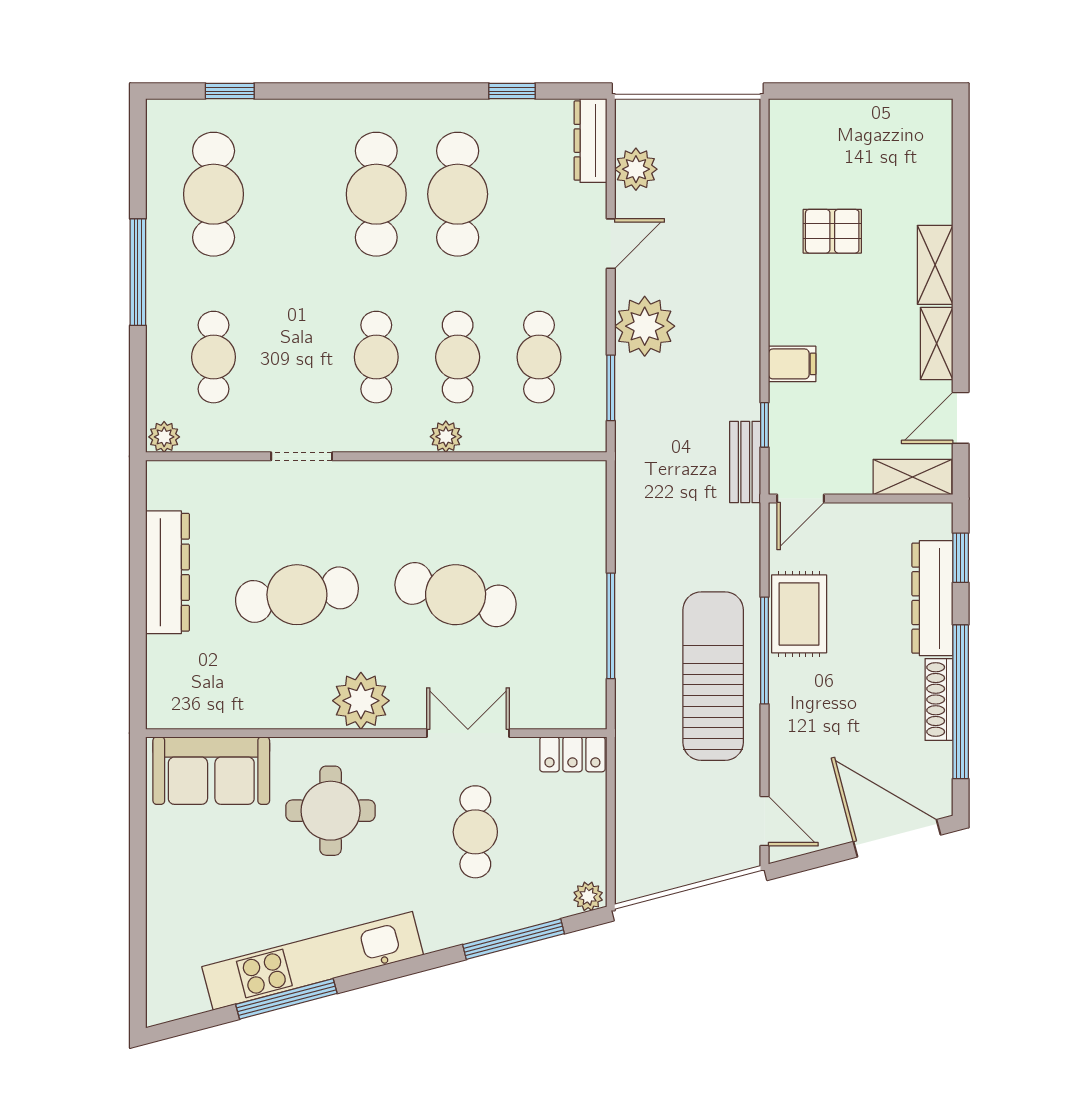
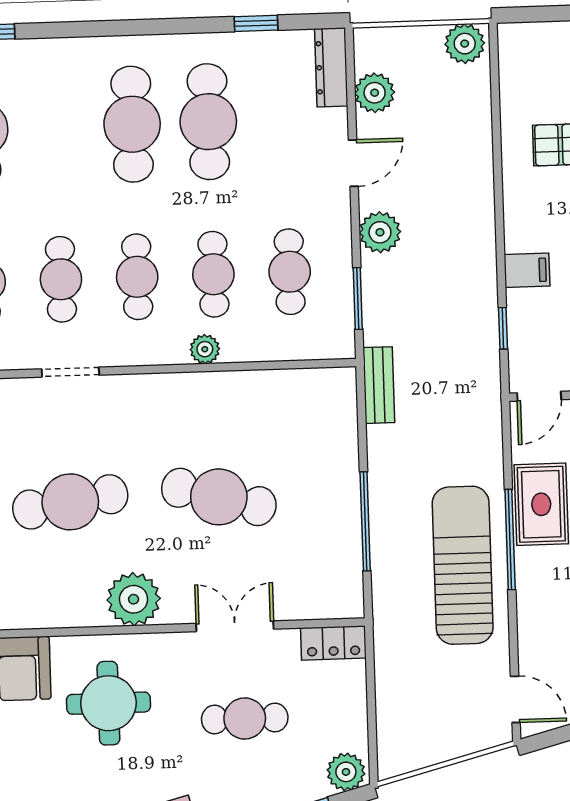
plant: (734, 120) -> (465, 44), added
plant: (645, 326) -> (380, 232), width x0.73, depth x0.73
cafe table: (295, 357) -> (61, 279), added
bench: (745, 462) -> (379, 385), moved
cafe table: (475, 832) -> (245, 718), turned 90
plant: (588, 896) -> (346, 772), width x1.38, depth x1.38

